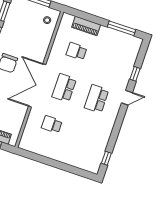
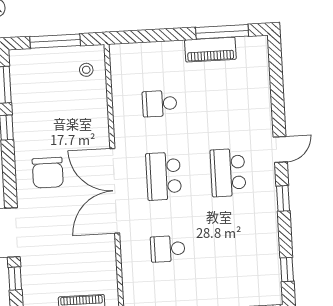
piano: (86, 26) -> (210, 50), moved
window: (135, 74) -> (283, 198), moved

